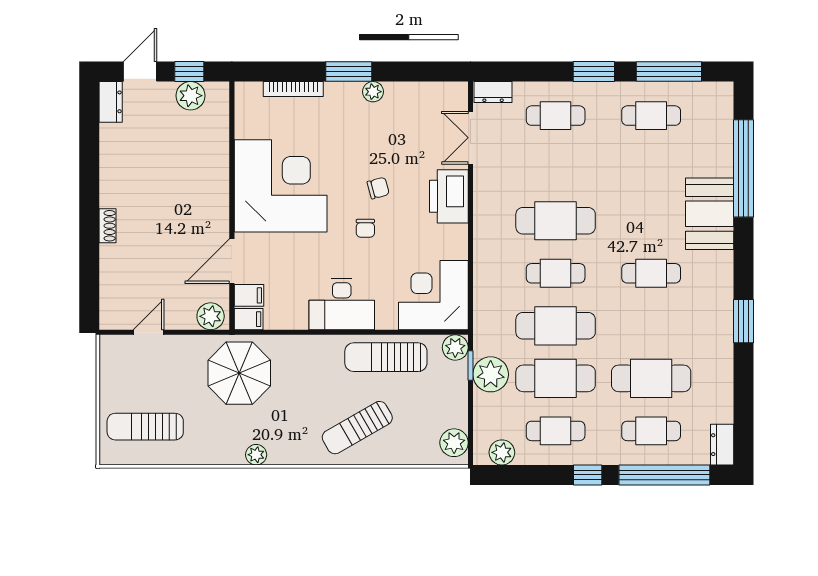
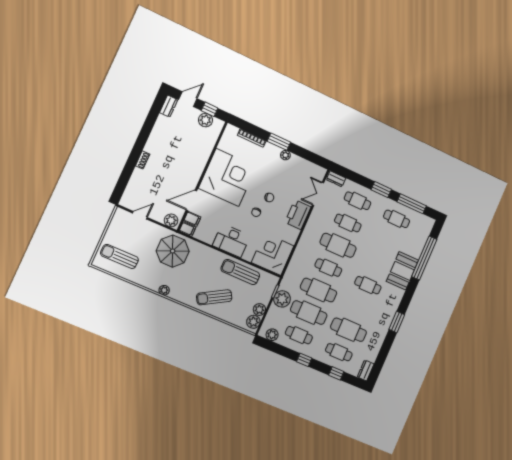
cafe table: (556, 168) -> (348, 223), added
plant: (455, 348) -> (259, 310), moved
window: (664, 475) -> (336, 373), width x0.32

